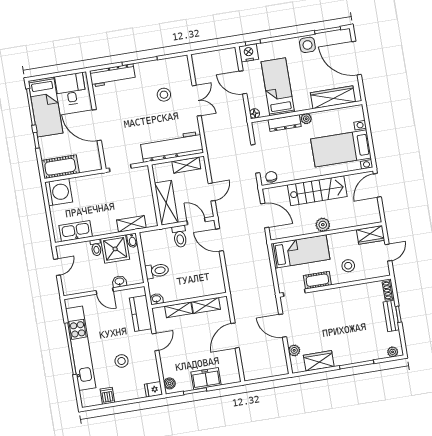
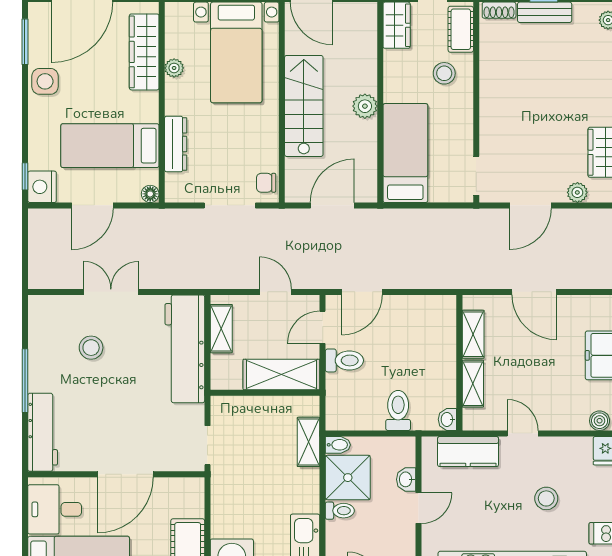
plant: (306, 119) -> (174, 68), moved
cot: (317, 280) -> (461, 29), moved

